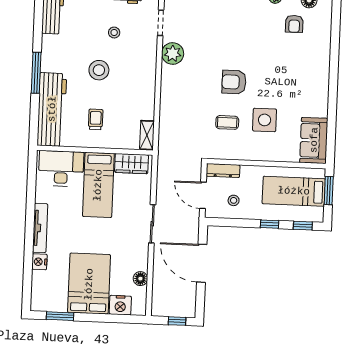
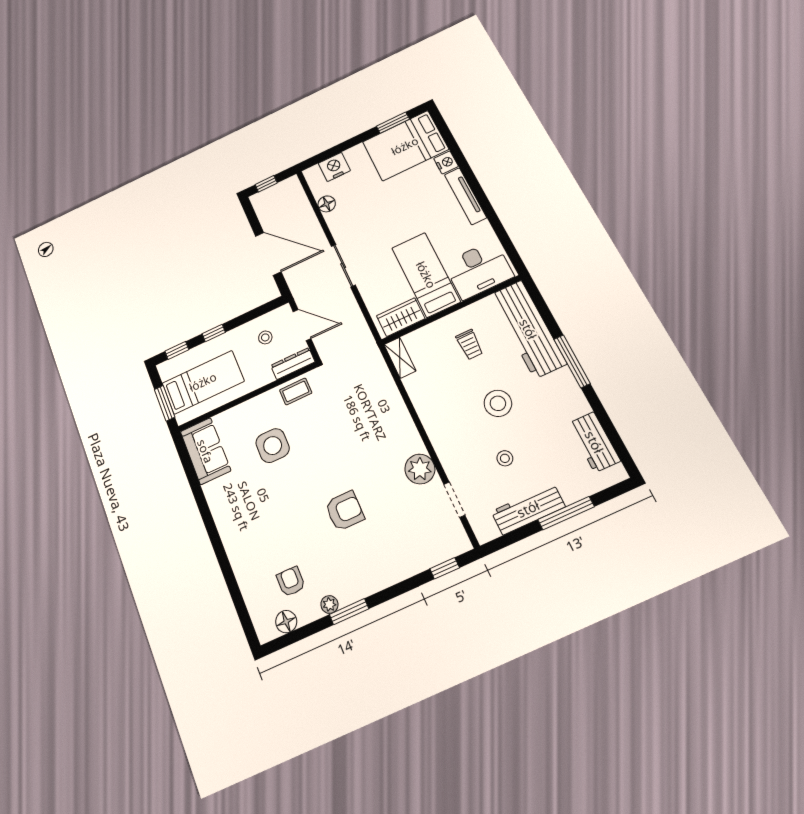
armchair: (234, 82) -> (345, 511), moved
coffee table: (227, 122) -> (296, 391), moved
bed: (89, 284) -> (405, 146), moved, turned 90

